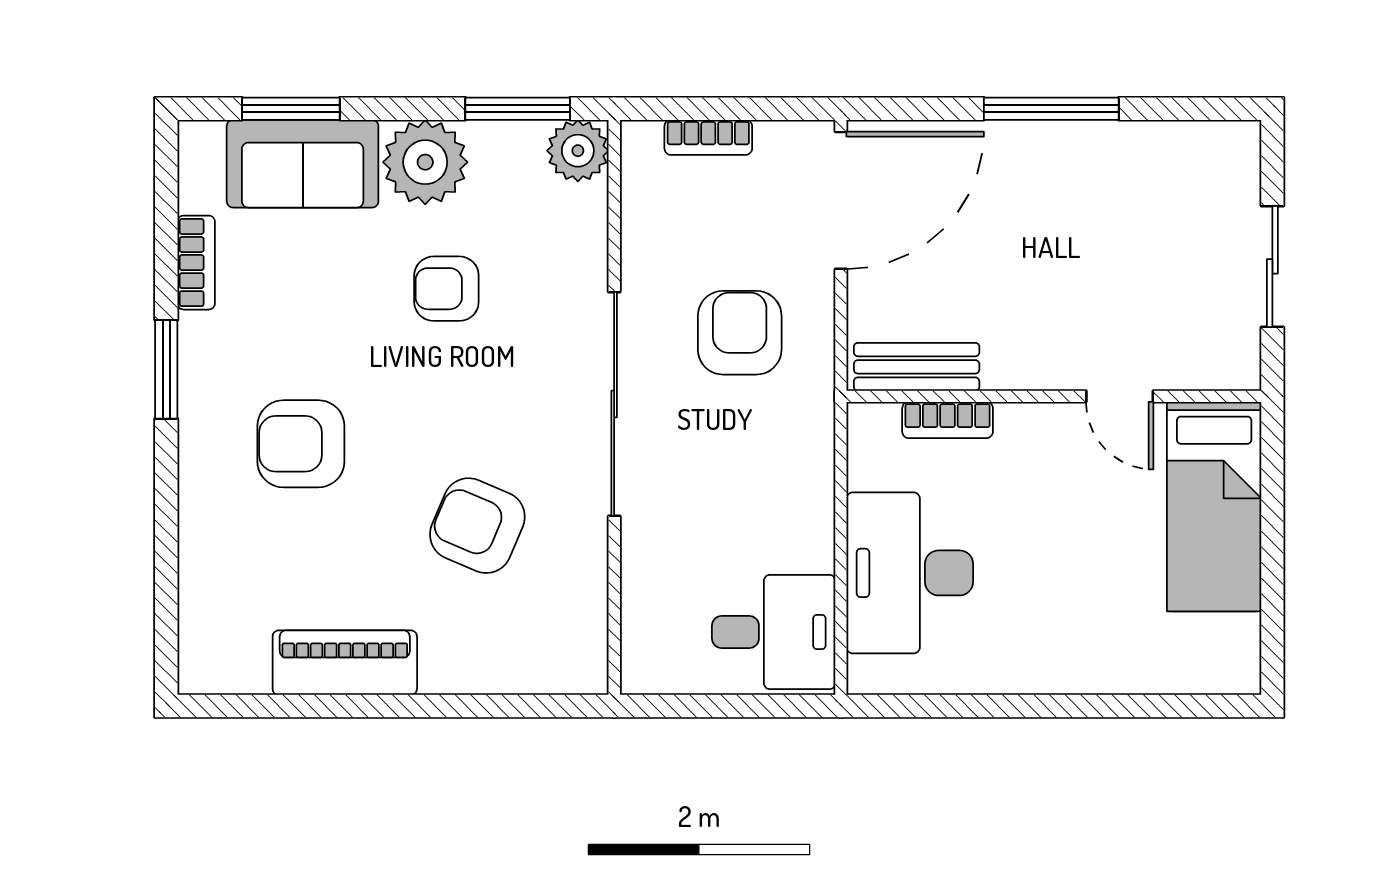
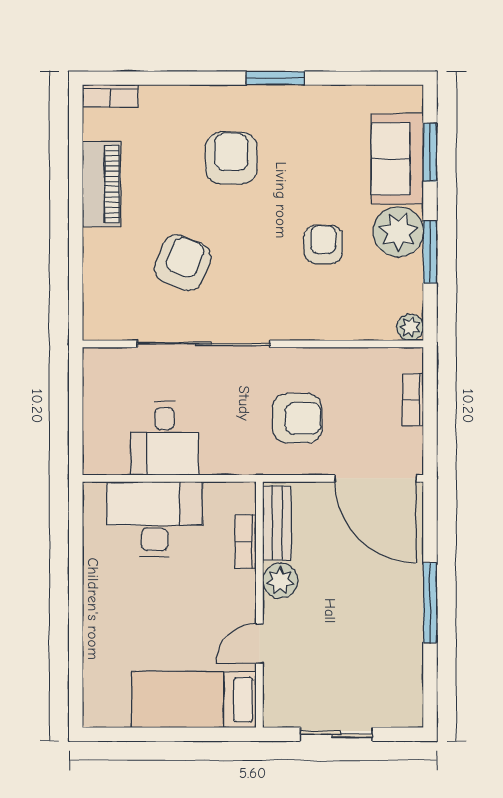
window: (518, 109) -> (430, 252), moved
plant: (578, 151) -> (410, 327), width x0.73, depth x0.73
bookcase: (196, 263) -> (110, 96), moved
plant: (1013, 361) -> (280, 581), added
sliding door: (614, 404) -> (204, 344), moved
desk: (774, 632) -> (164, 438), moved

